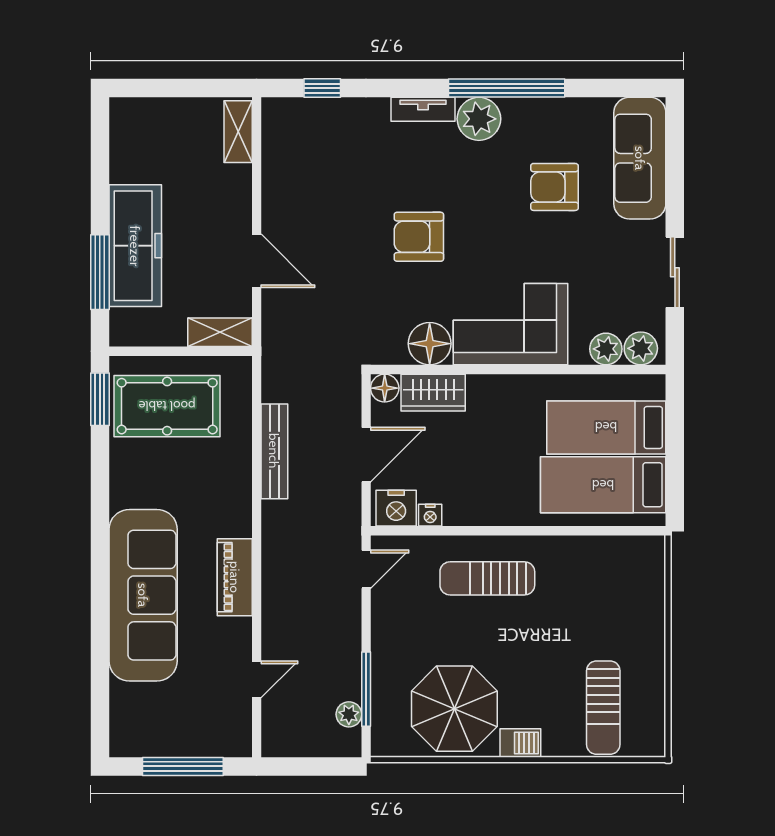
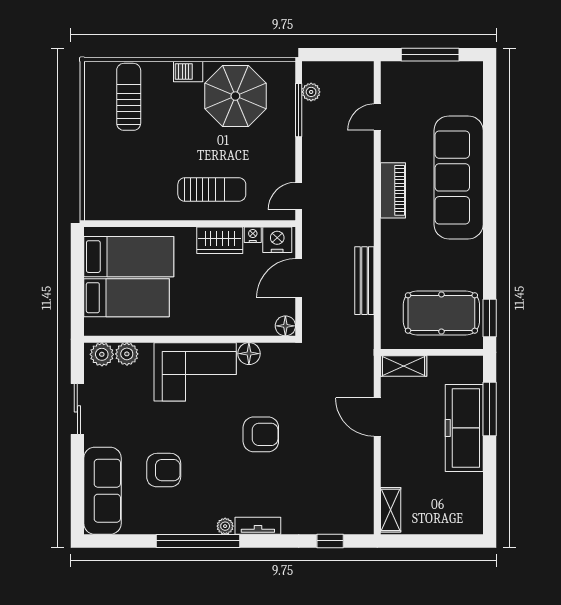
plant: (479, 119) -> (225, 526), width x0.53, depth x0.53
floor lamp: (430, 344) -> (249, 354), width x0.73, depth x0.73
wardrobe: (433, 393) -> (220, 240), moved, turned 180

